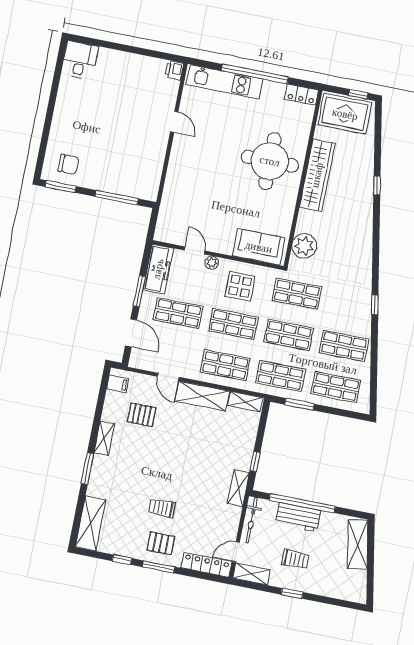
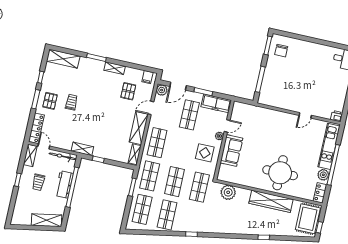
plant: (271, 90) -> (323, 175), added
sofa: (259, 247) -> (231, 151), moved
shop shelf: (233, 324) -> (182, 148), removed
plant: (138, 360) -> (162, 90), added

